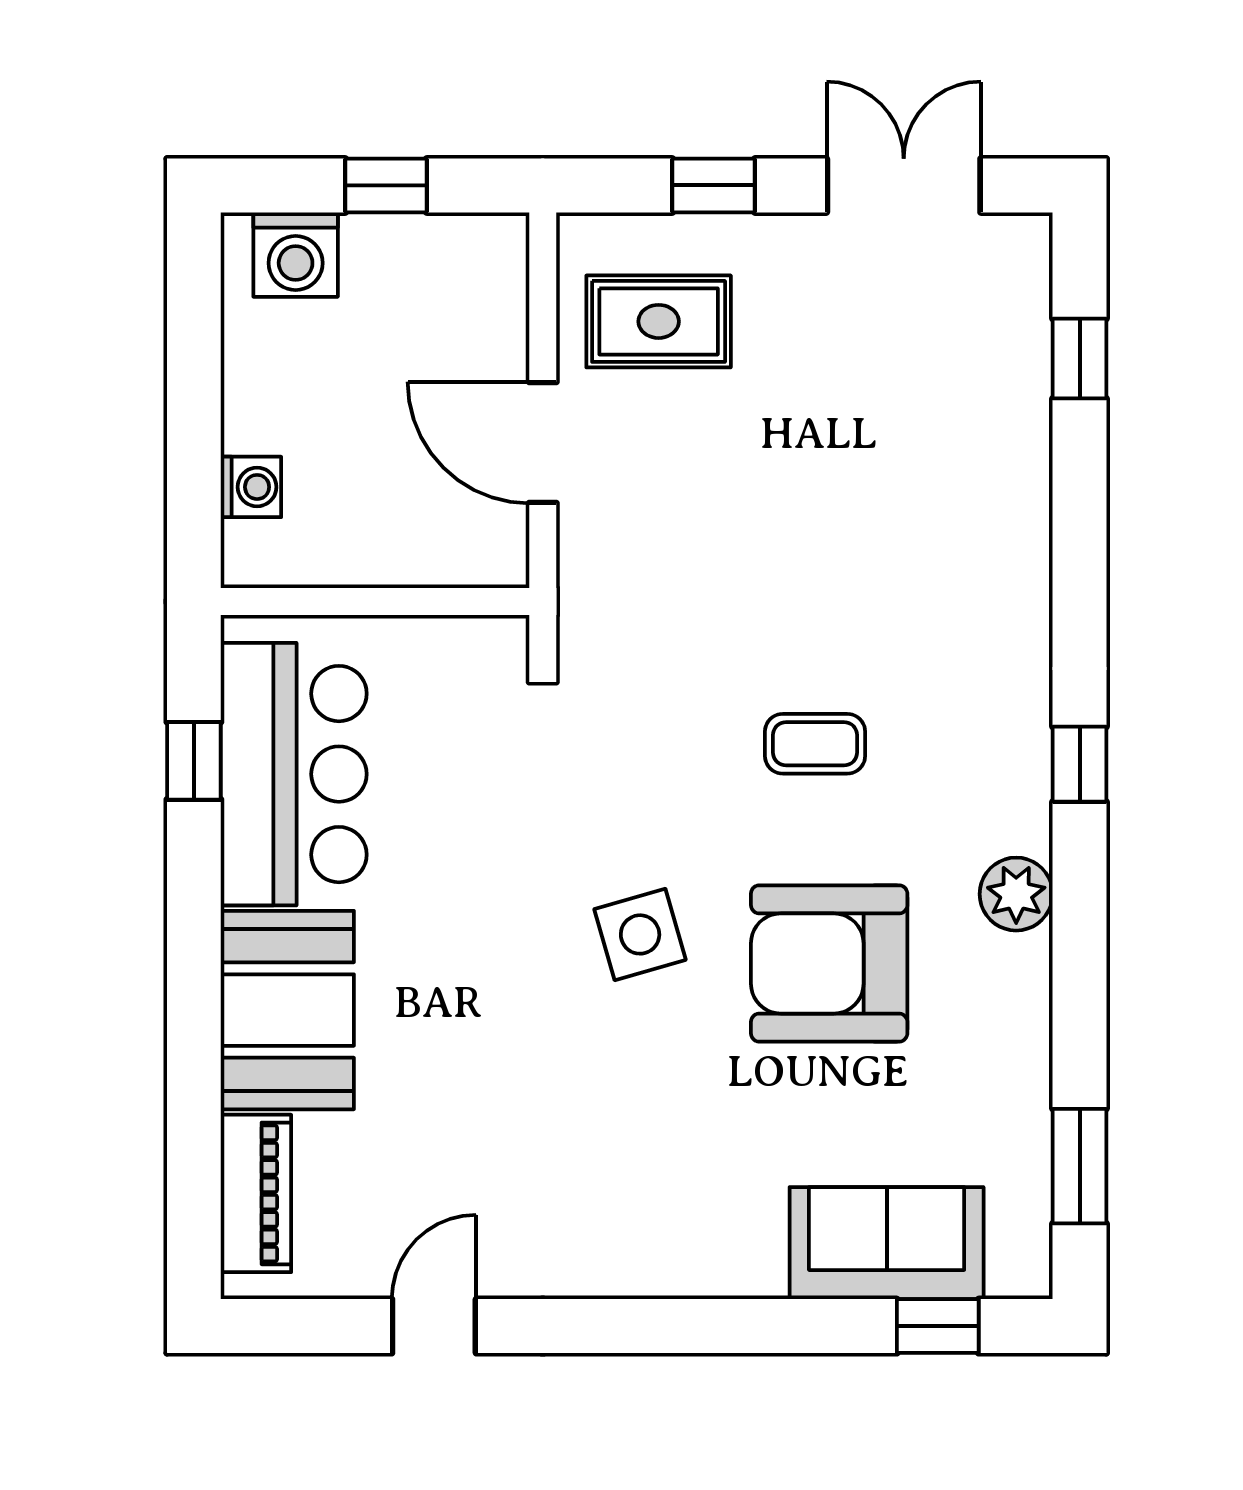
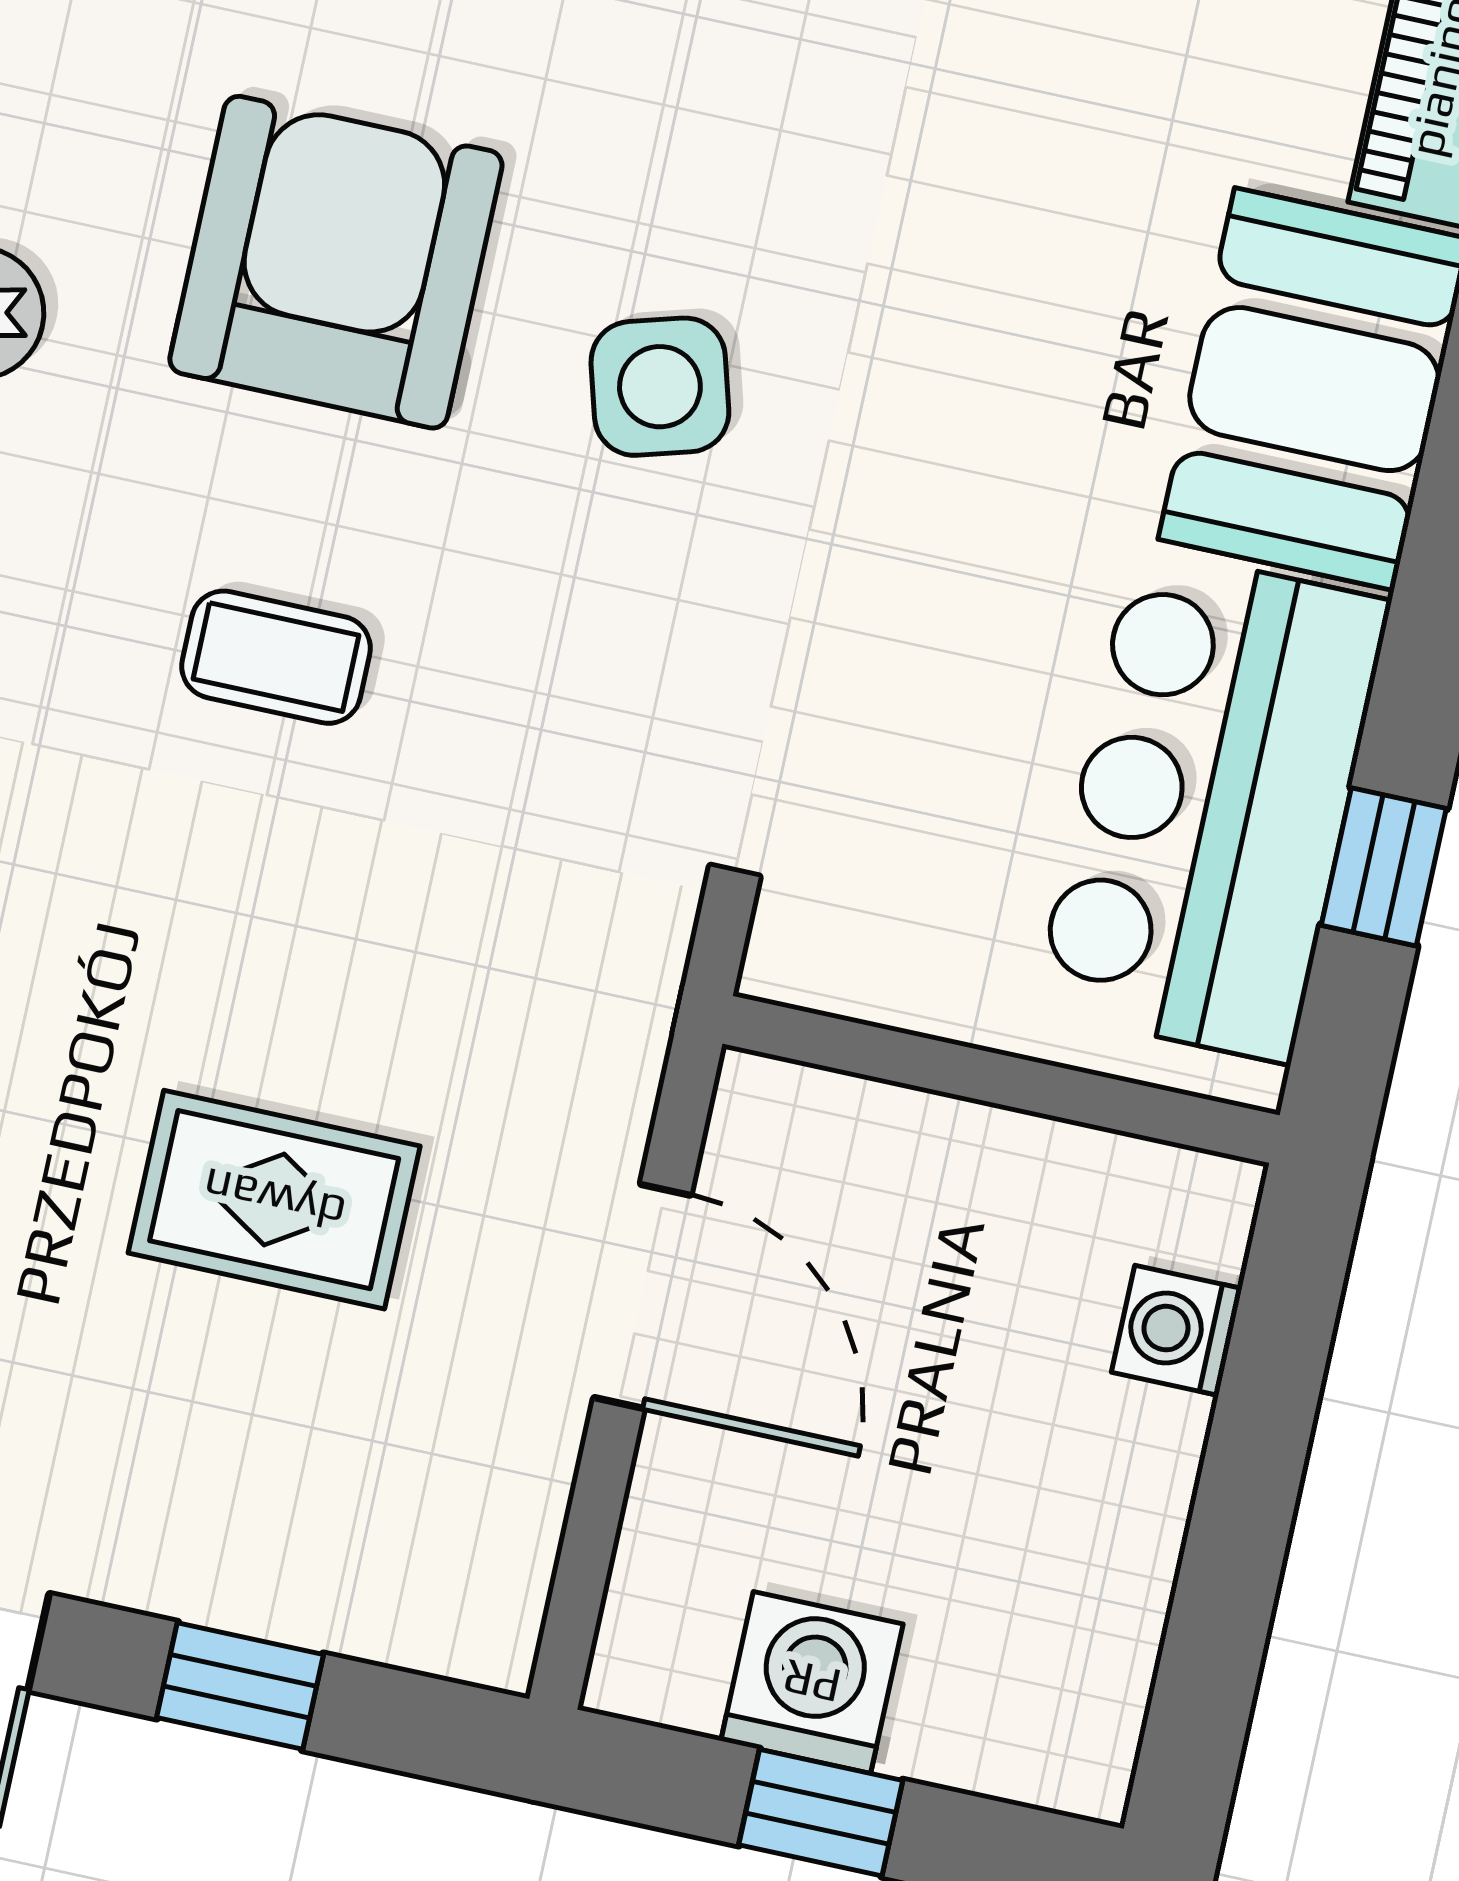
washing machine: (296, 255) -> (812, 1682), moved
rug: (659, 321) -> (274, 1200), moved
armchair: (829, 963) -> (336, 262), turned -90

